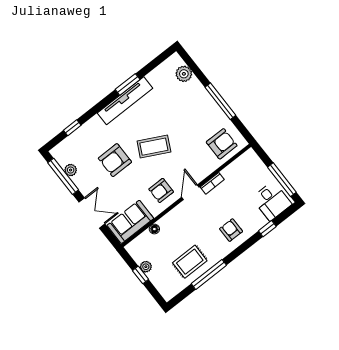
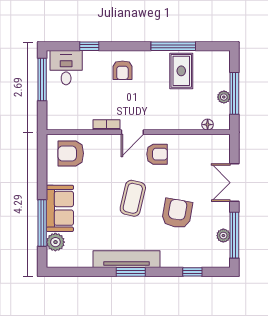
window: (128, 84) -> (131, 272), moved
window: (220, 101) -> (42, 223), moved
coffee table: (154, 147) -> (133, 198), turned 76
armchair: (115, 160) -> (177, 213), turned -80
sofa: (130, 222) -> (60, 208), moved, turned -90
floor lamp: (154, 229) -> (208, 125), moved
rug: (190, 262) -> (181, 71), turned 90
window: (140, 275) -> (234, 93), width x2.17

